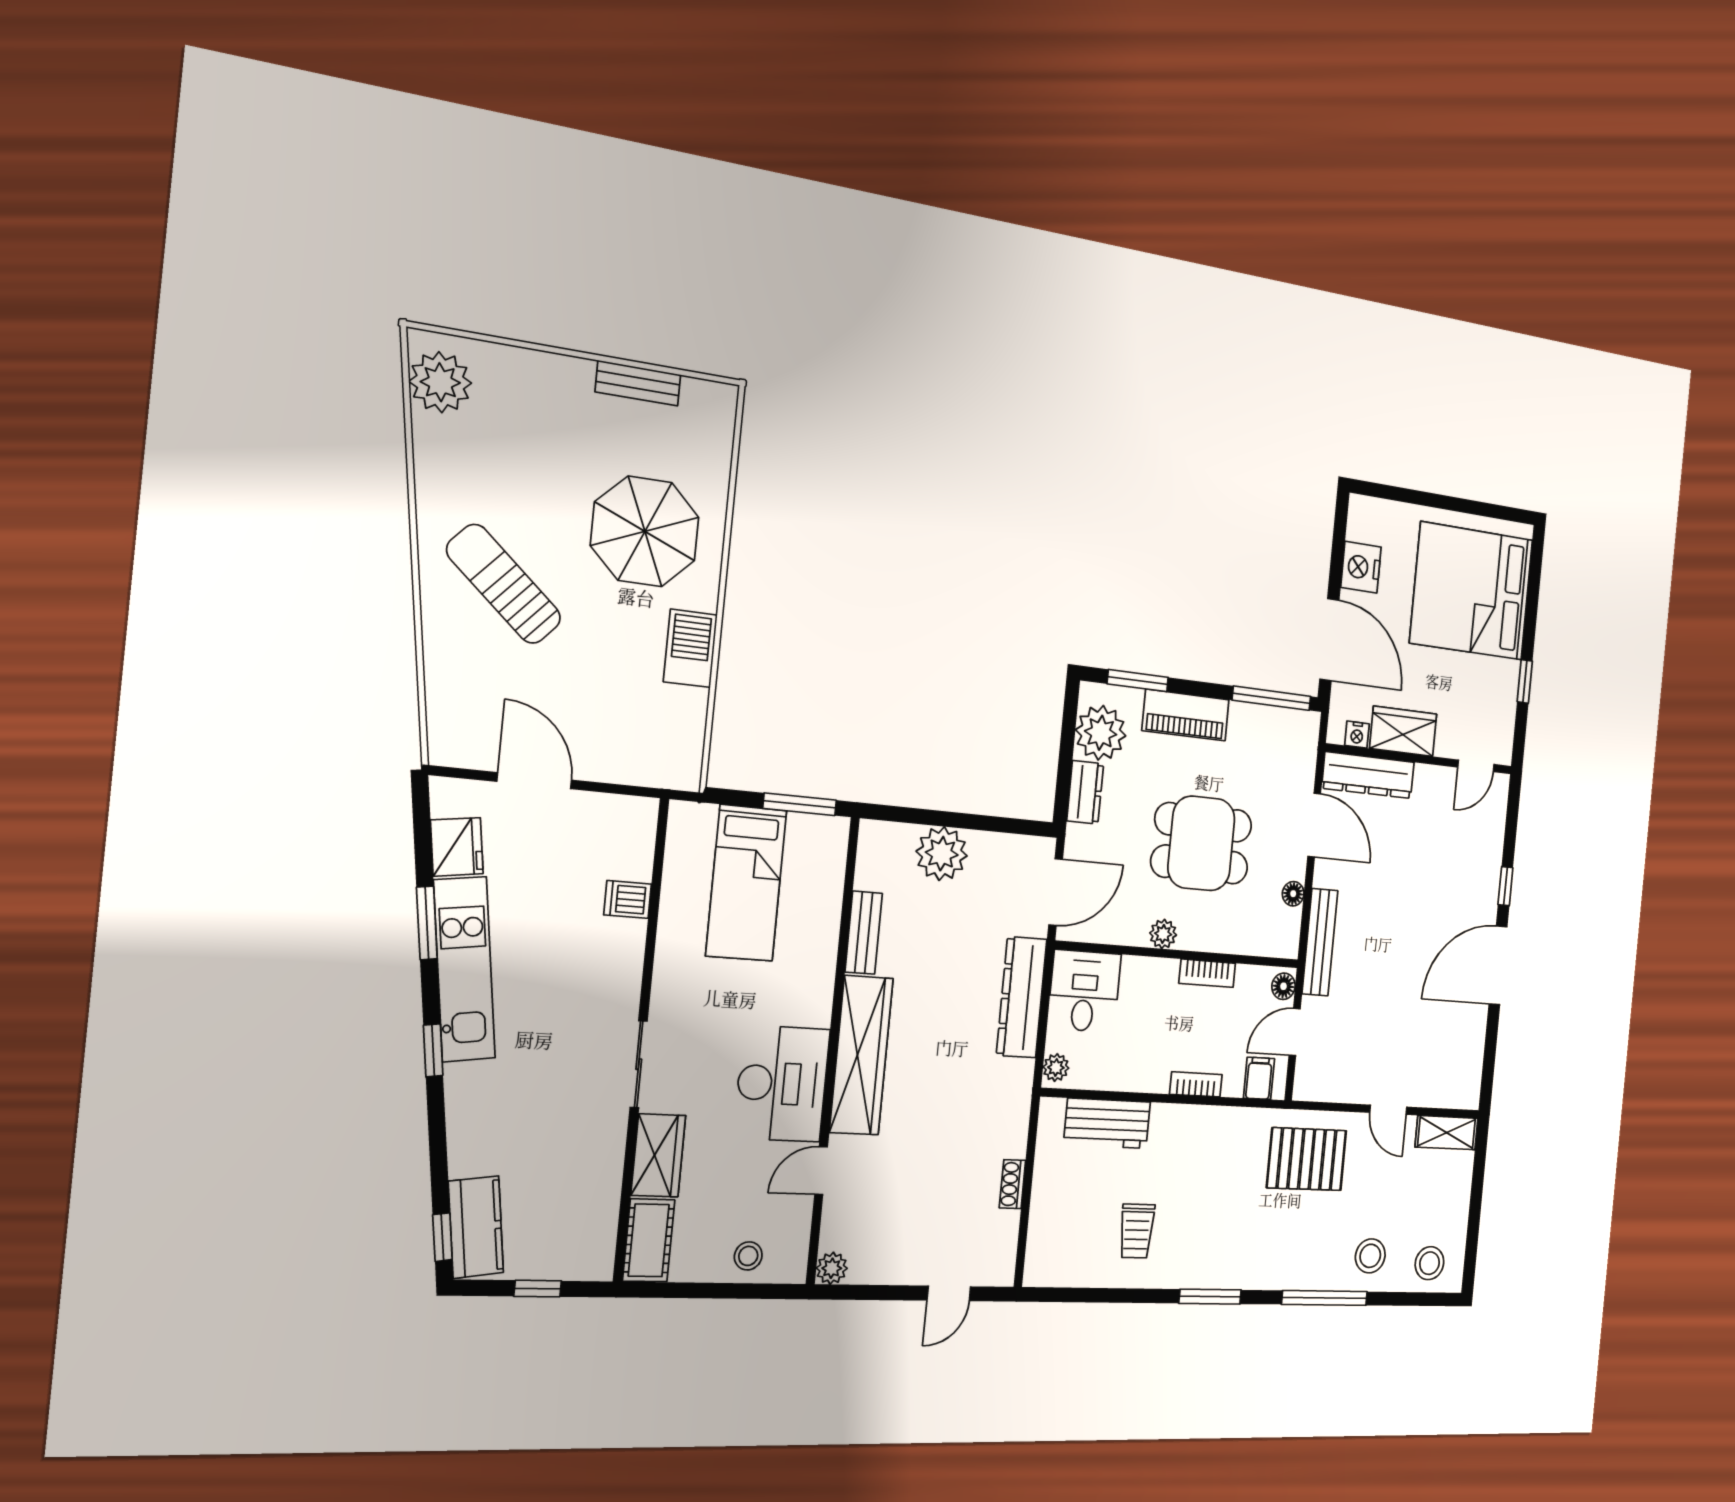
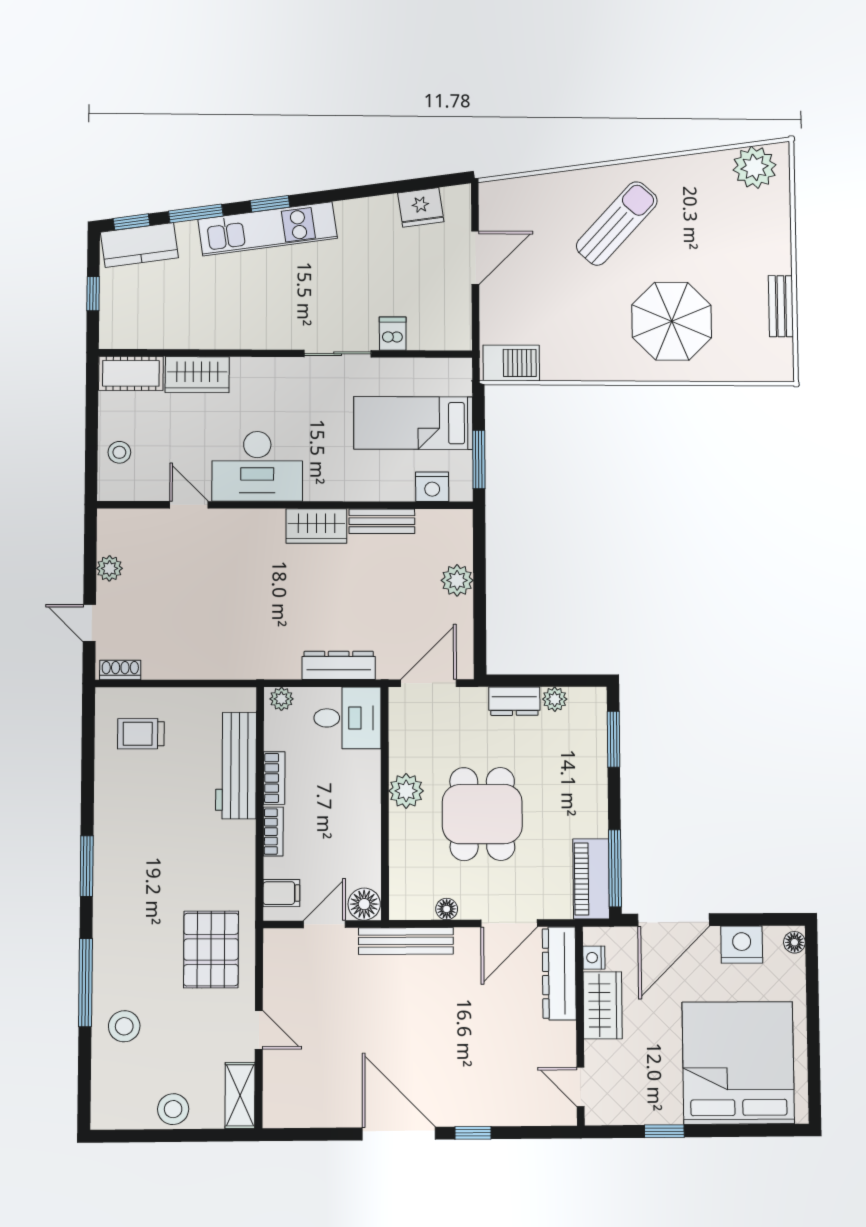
floor lamp: (1365, 507) -> (794, 942), added
barbecue: (690, 648) -> (511, 363), moved
piano: (1186, 715) -> (591, 879), moved
plant: (1101, 733) -> (555, 699), width x0.53, depth x0.53
plant: (942, 854) -> (457, 580), width x0.73, depth x0.73
nightstand: (828, 866) -> (432, 487), added
door: (1056, 892) -> (429, 683), swing flipped
window: (427, 923) -> (196, 213), moved
plant: (1163, 934) -> (406, 791), width x1.38, depth x1.38
kitchen unit: (464, 969) -> (268, 229), moved
bookcase: (1207, 973) -> (274, 778), moved, turned 180
floor lamp: (1283, 986) -> (364, 904), width x1.37, depth x1.37
dresser: (1022, 997) -> (339, 665), width x0.73, depth x0.80
door: (1295, 1032) -> (324, 924), hinge flipped
wardrobe: (861, 1055) -> (316, 526), width x0.48, depth x0.85
sliding door: (639, 1064) -> (338, 354), moved
door: (1388, 1110) -> (259, 1030), swing flipped
workbench: (1107, 1123) -> (236, 766), width x1.38
shoe rack: (1012, 1184) -> (120, 670), moved
trolley: (1137, 1231) -> (141, 734), moved
stool: (1429, 1263) -> (173, 1109), moved
plant: (832, 1268) -> (109, 568), moved

